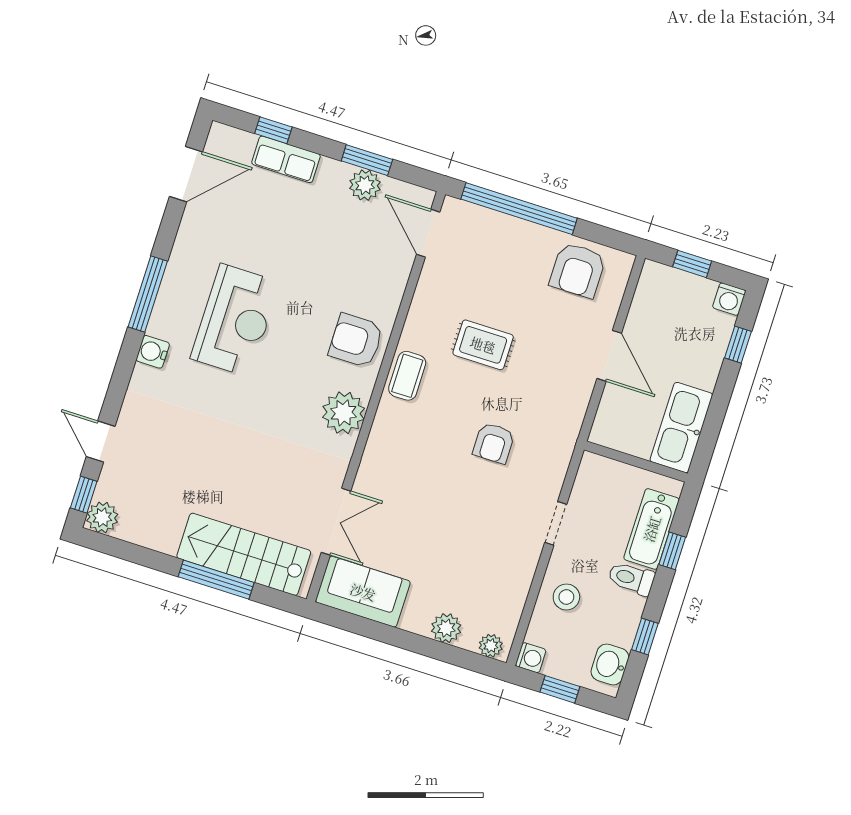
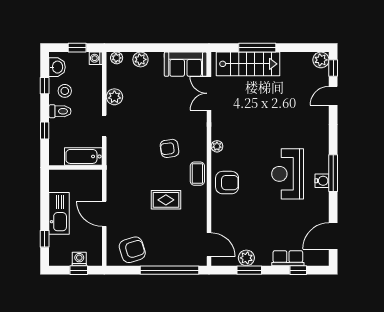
armchair: (578, 270) -> (132, 250), turned 73
washing machine: (729, 299) -> (79, 259), moved
water cooler: (153, 352) -> (322, 181), moved
plant: (344, 413) -> (217, 146), width x0.53, depth x0.53
kitchen sink: (681, 428) -> (59, 213), moved
door: (101, 442) -> (333, 96), swing flipped
armchair: (494, 443) -> (169, 148), moved, turned -98
bathtub: (652, 529) -> (83, 156), moved, turned -90
plant: (518, 573) -> (114, 97), added
stool: (566, 597) -> (65, 91), moved

